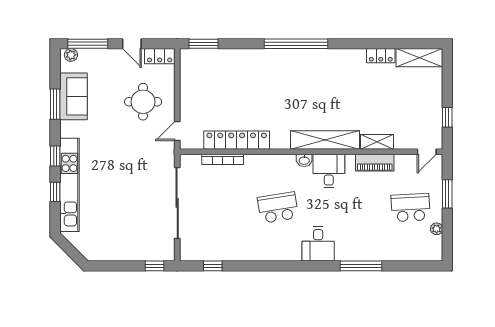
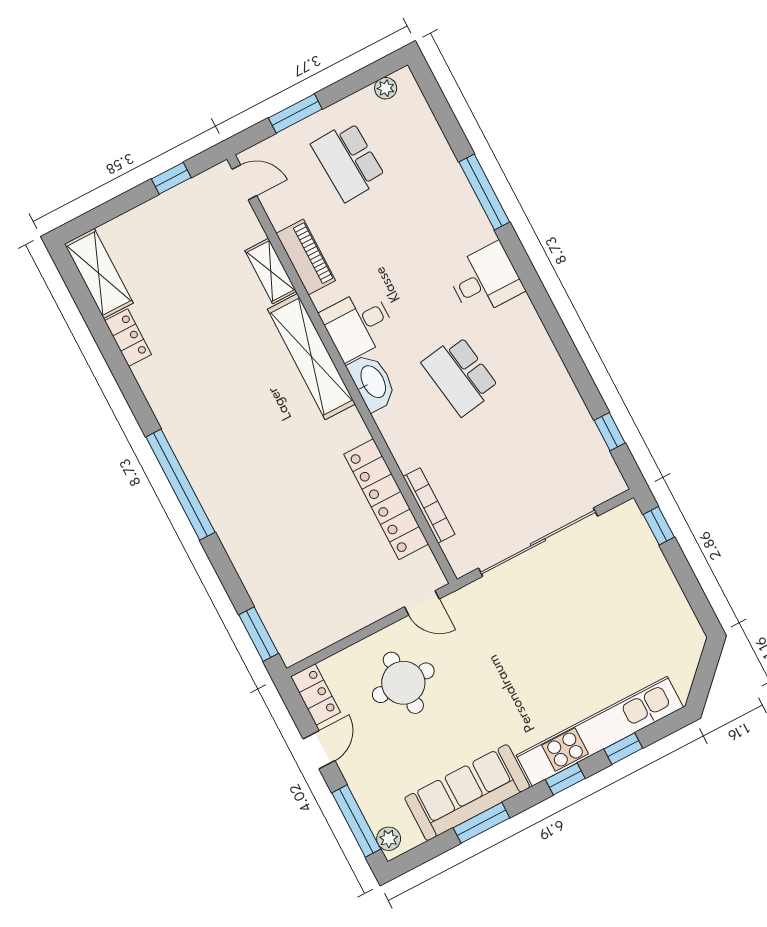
sofa: (73, 96) -> (467, 793), width x1.36
washbasin: (304, 160) -> (372, 382), width x1.91, depth x1.45
plant: (437, 229) -> (386, 88), moved

